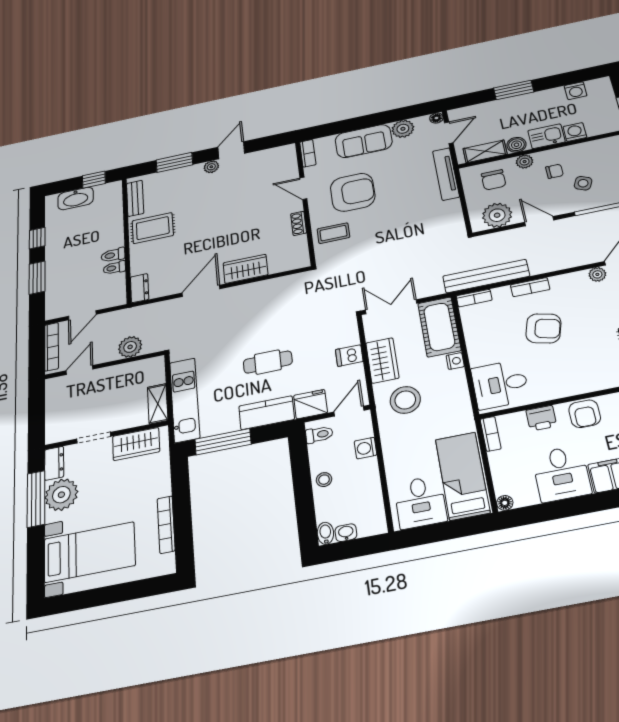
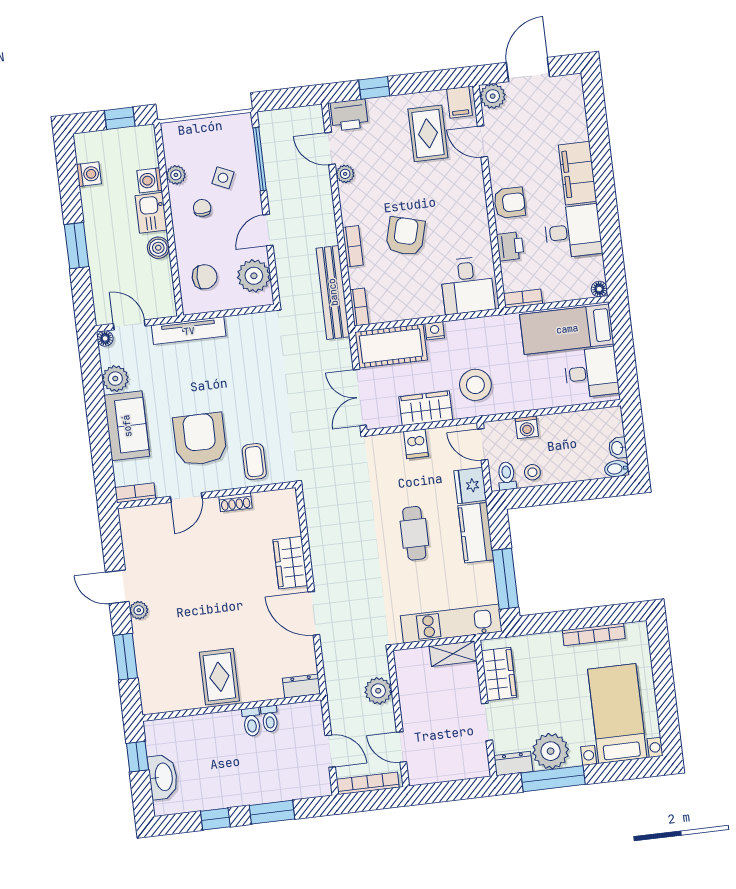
shelving: (485, 151) -> (163, 284), removed
plant: (525, 162) -> (176, 175), moved
bench: (135, 198) -> (173, 702), removed
stool: (324, 480) -> (532, 472), moved

